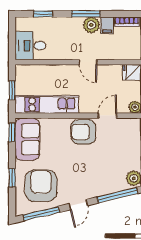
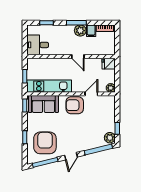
sofa: (27, 139) -> (43, 104), moved, turned 90

